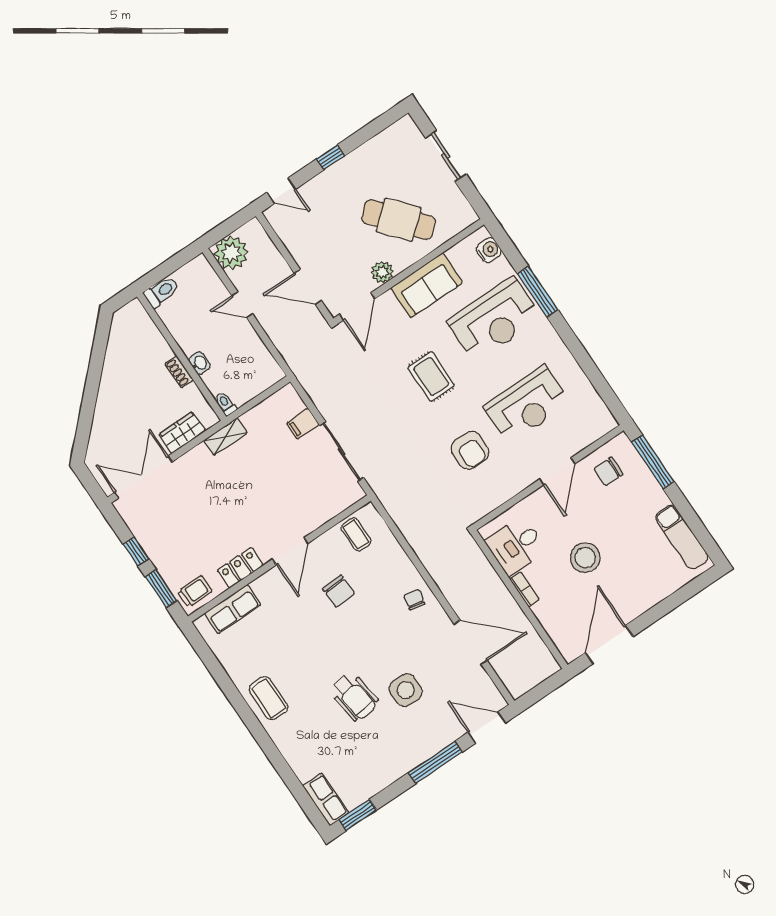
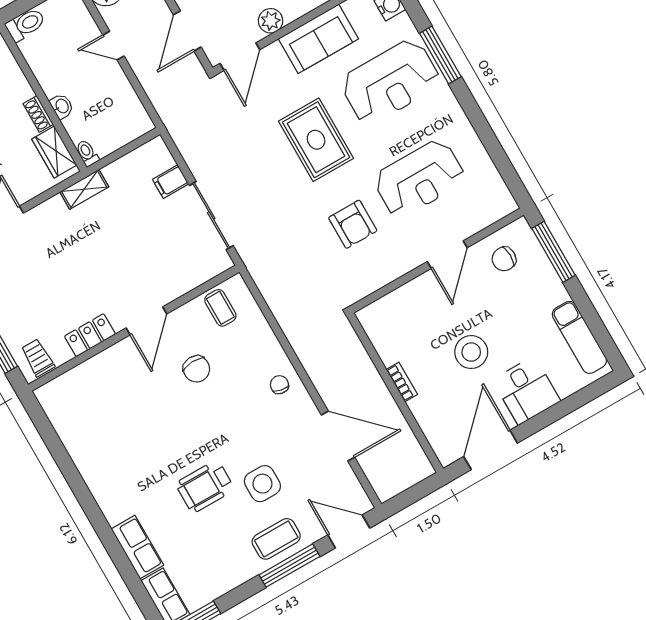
door: (308, 287) -> (187, 31), hinge flipped
rug: (431, 376) -> (316, 140), width x1.36, depth x1.43
wardrobe: (182, 433) -> (54, 152), moved, turned -90
desk: (516, 546) -> (526, 390), moved, turned -90
trolley: (195, 591) -> (38, 358), turned -90
row of seats: (233, 609) -> (137, 547), moved, turned -90
wheelchair: (354, 697) -> (205, 487), turned 98
coffee table: (269, 698) -> (276, 539), moved, turned 90

